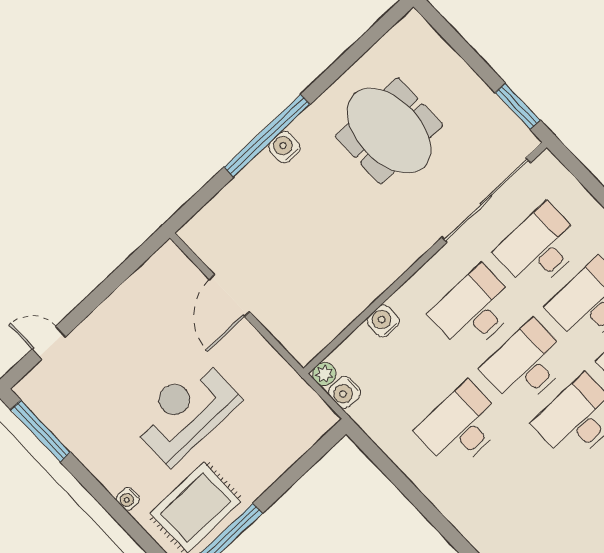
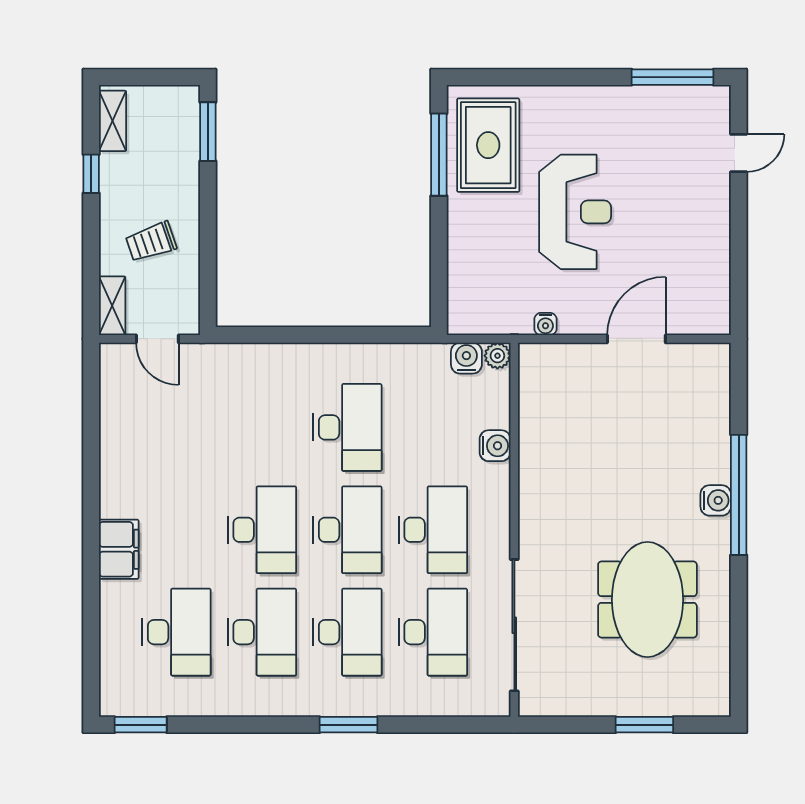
window: (518, 106) -> (644, 725), moved
meeting table: (389, 131) -> (647, 600), turned 90
door: (229, 296) -> (636, 339), hinge flipped
water cooler: (128, 499) -> (545, 324), moved, turned 180

